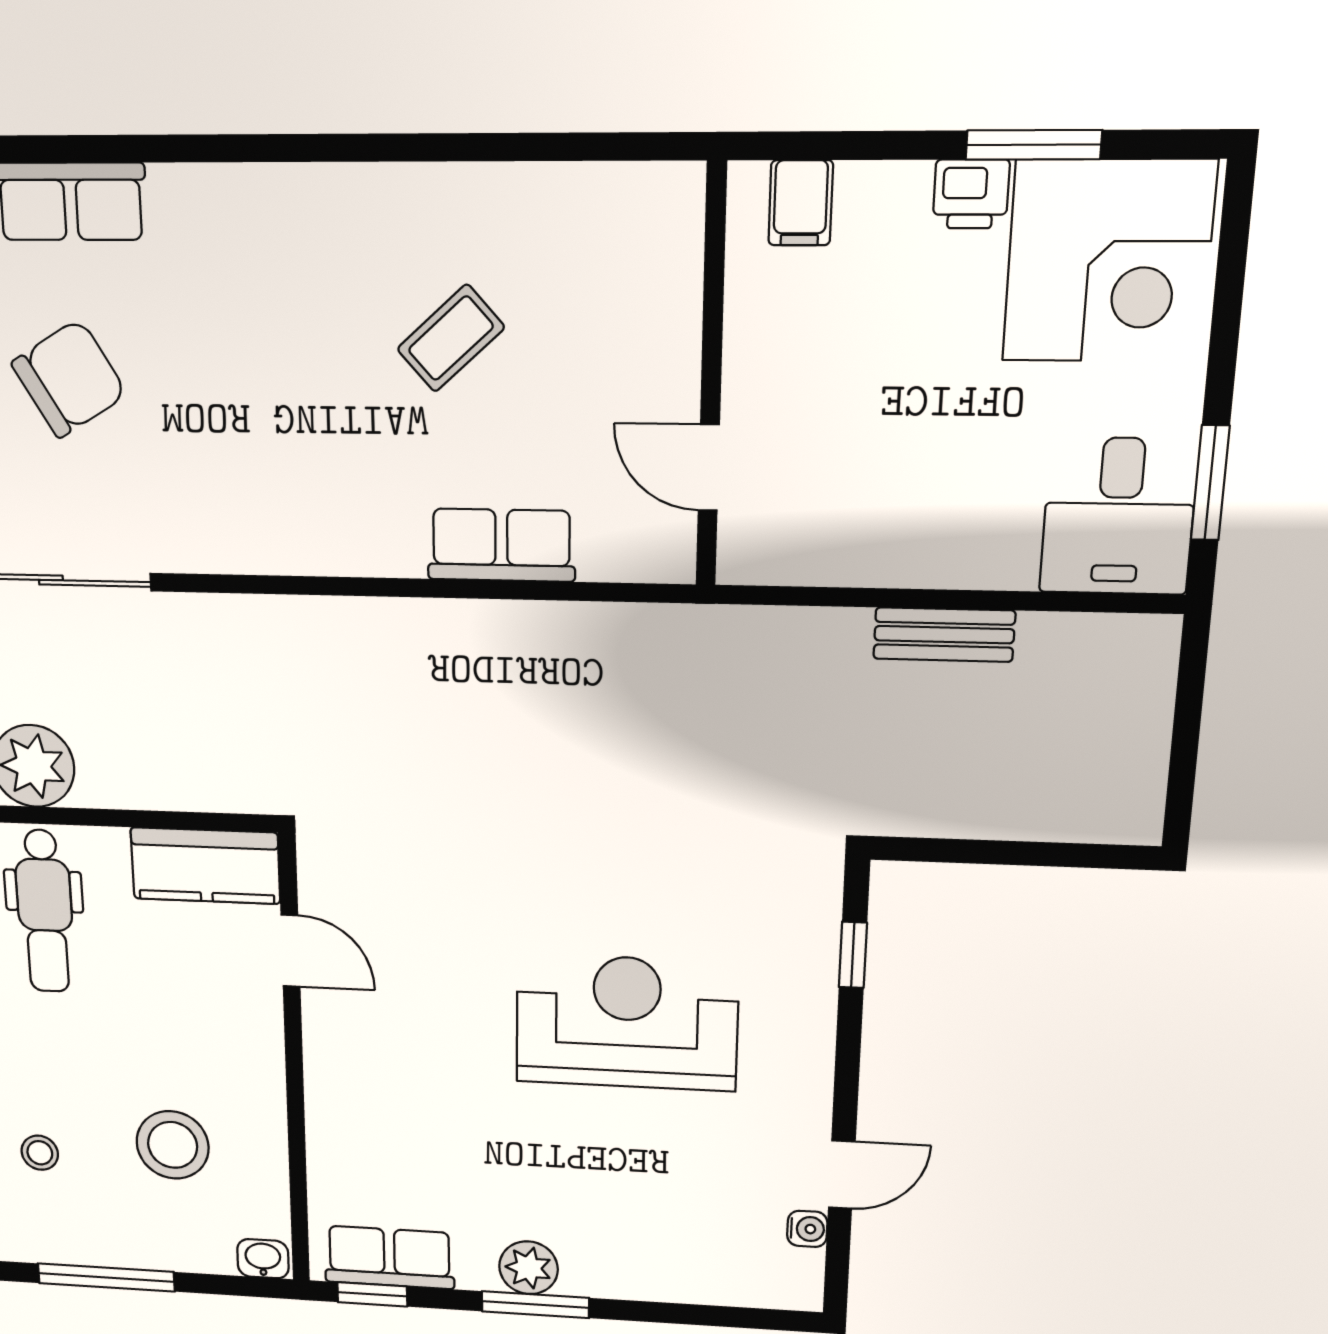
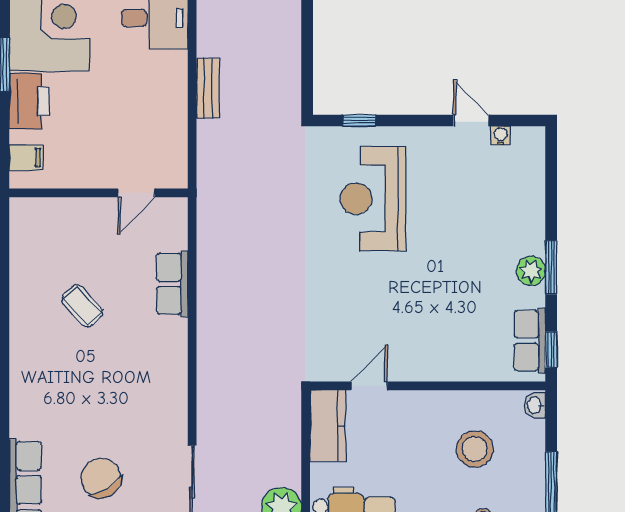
printer: (971, 194) -> (29, 101), width x1.87, depth x1.48
reception desk: (627, 1022) -> (373, 199), moved

